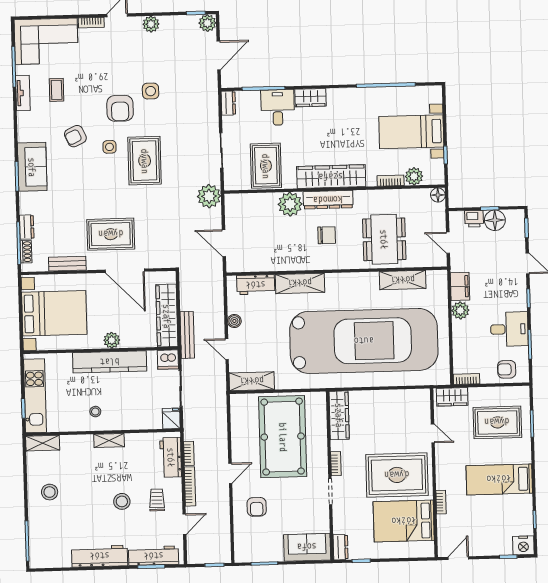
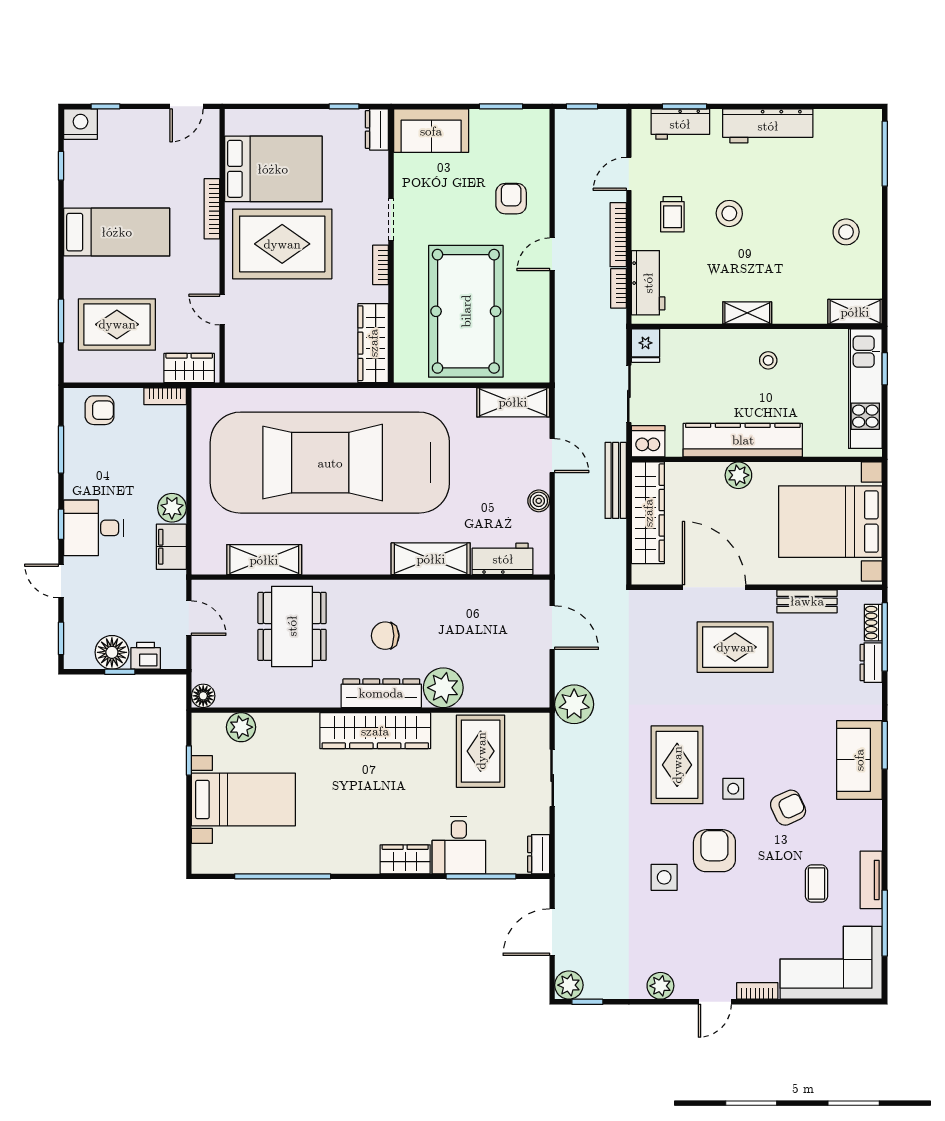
bookcase: (391, 181) -> (279, 721), removed
desk: (509, 329) -> (94, 528), moved
bookcase: (441, 502) -> (212, 209), width x1.56
workbench: (154, 556) -> (680, 124), width x0.73

